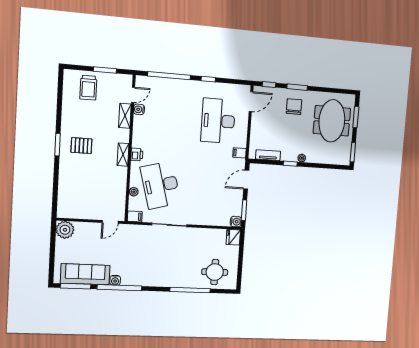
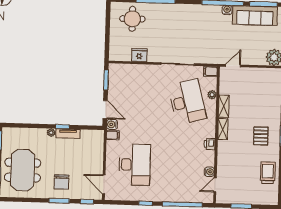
trolley: (88, 88) -> (268, 173), moved
door: (251, 102) -> (104, 184), hinge flipped
shelving: (125, 116) -> (224, 106), moved
pallet: (81, 146) -> (261, 136), turned 90
printer: (137, 155) -> (210, 144), moved
tv unit: (268, 155) -> (68, 134), moved
door: (246, 180) -> (105, 110), hinge flipped
water cooler: (236, 222) -> (112, 124), moved
fridge: (233, 237) -> (139, 55), moved, turned -90

